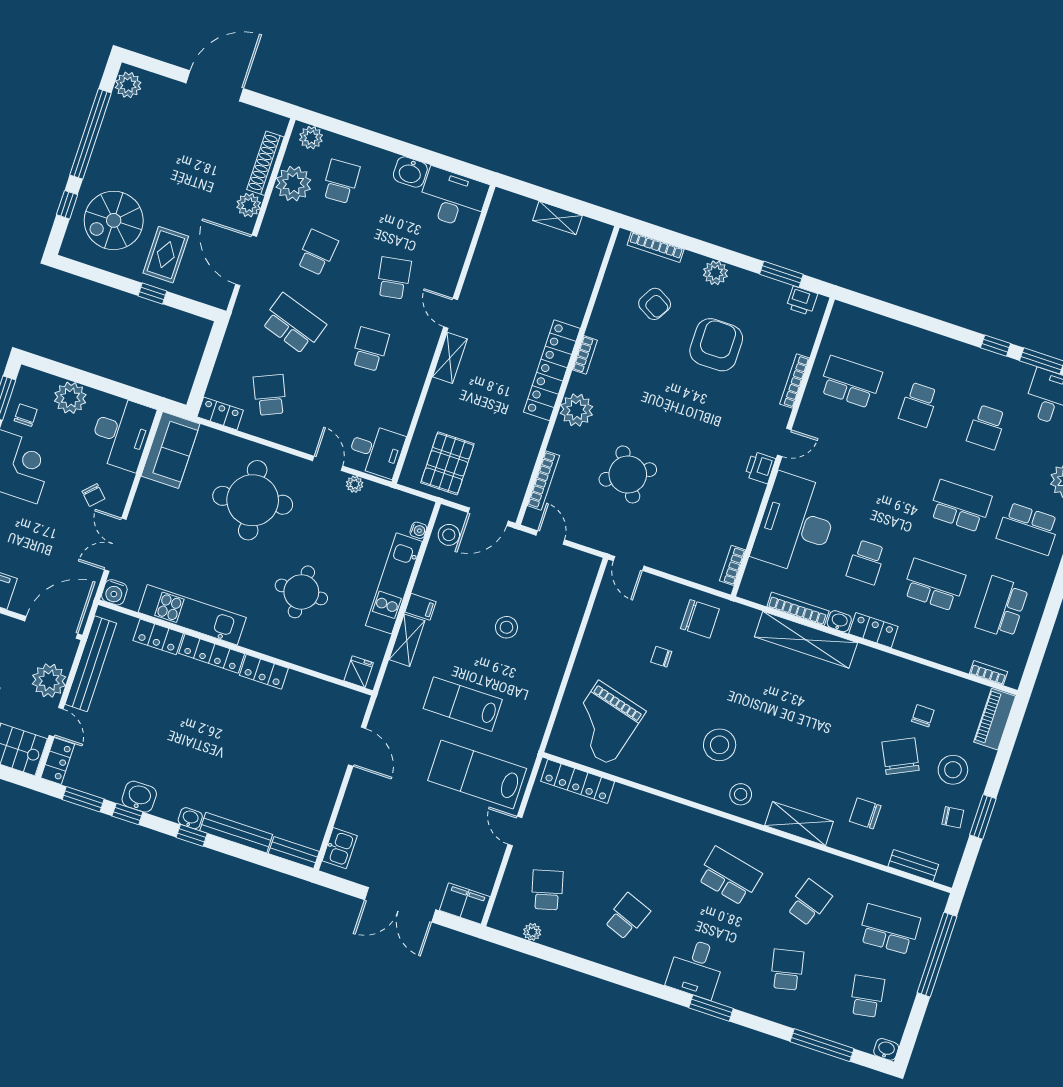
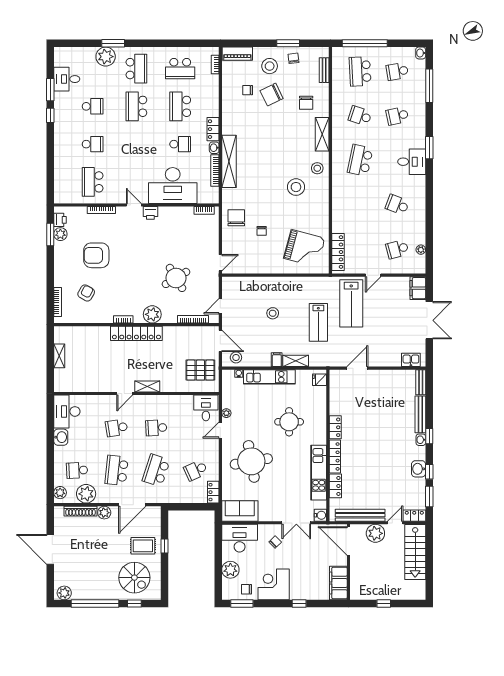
school desk: (317, 253) -> (117, 470), width x1.85
plant: (715, 273) -> (60, 234), moved

